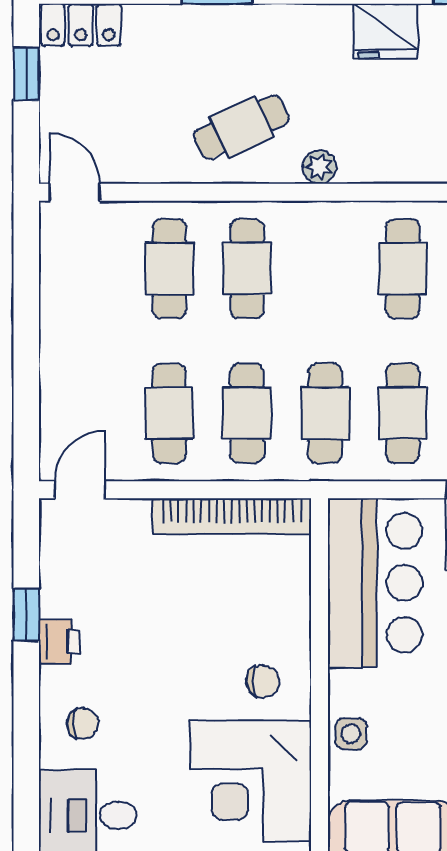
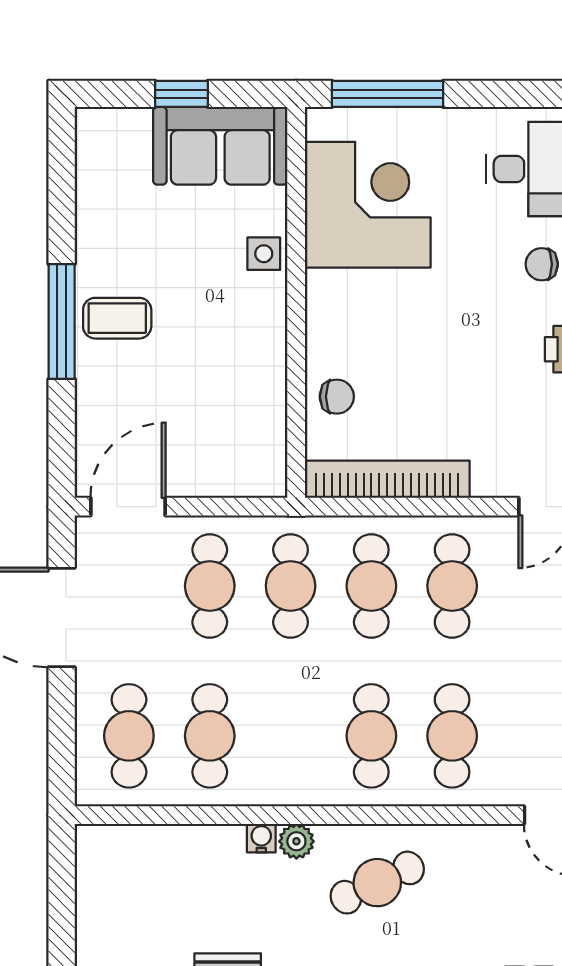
water cooler: (353, 170) -> (261, 838), added
bar counter: (375, 583) -> (239, 410), removed
chair: (263, 681) -> (337, 397), moved, turned 180

